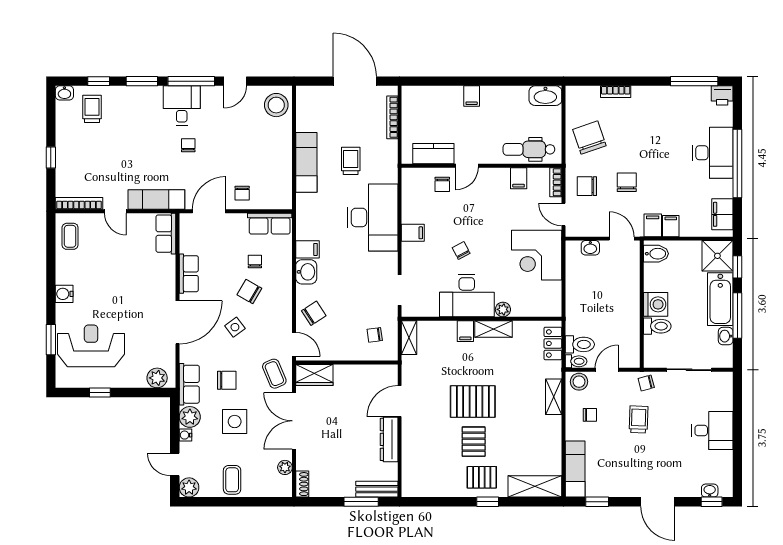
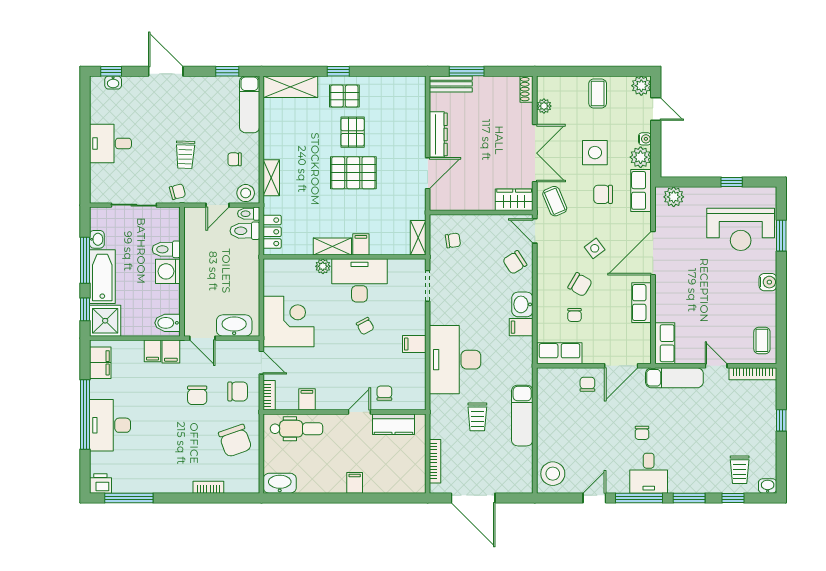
washbasin: (590, 248) -> (234, 326), width x1.91, depth x1.45

